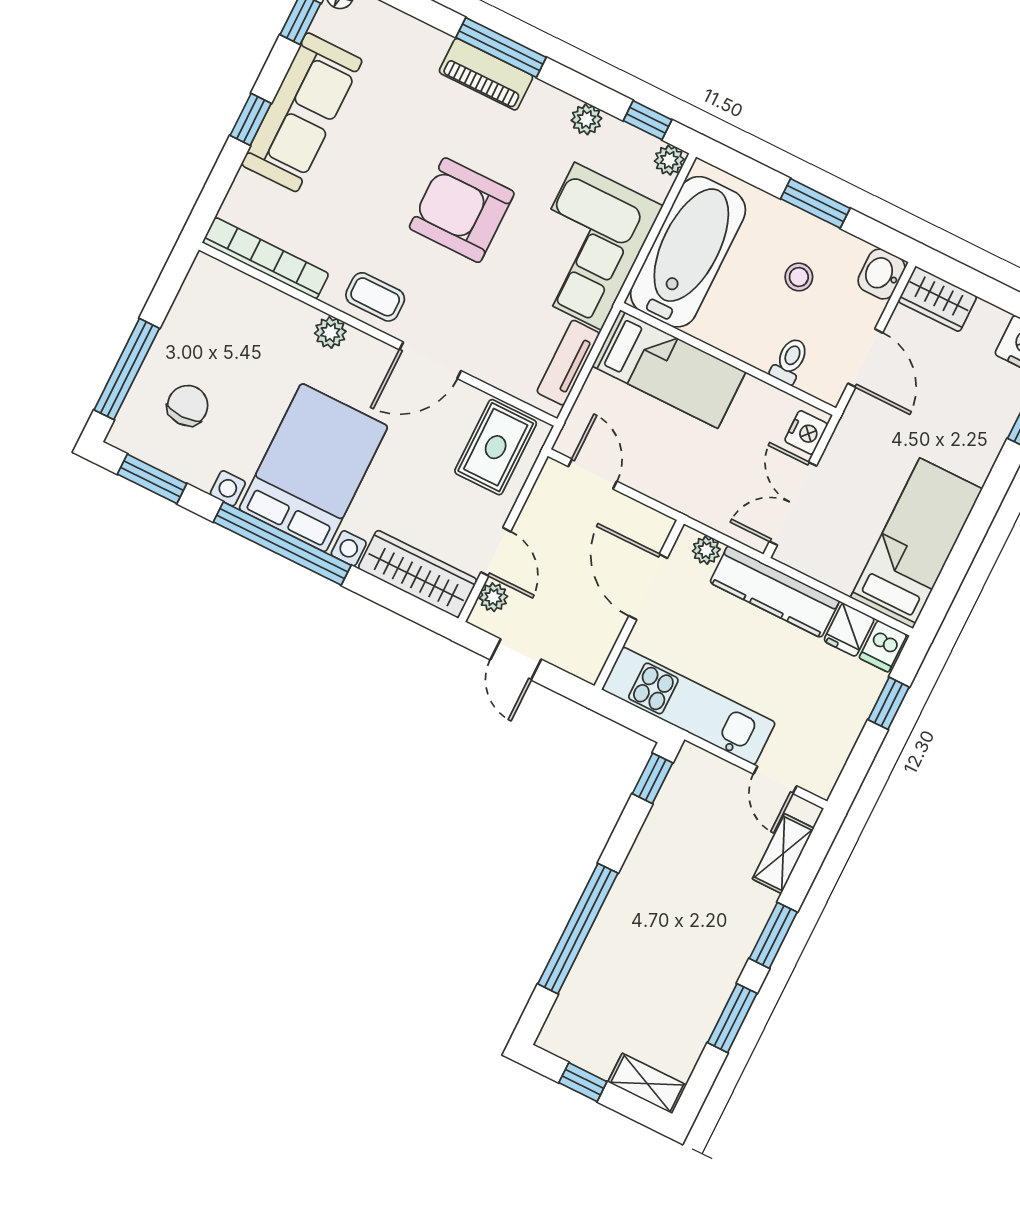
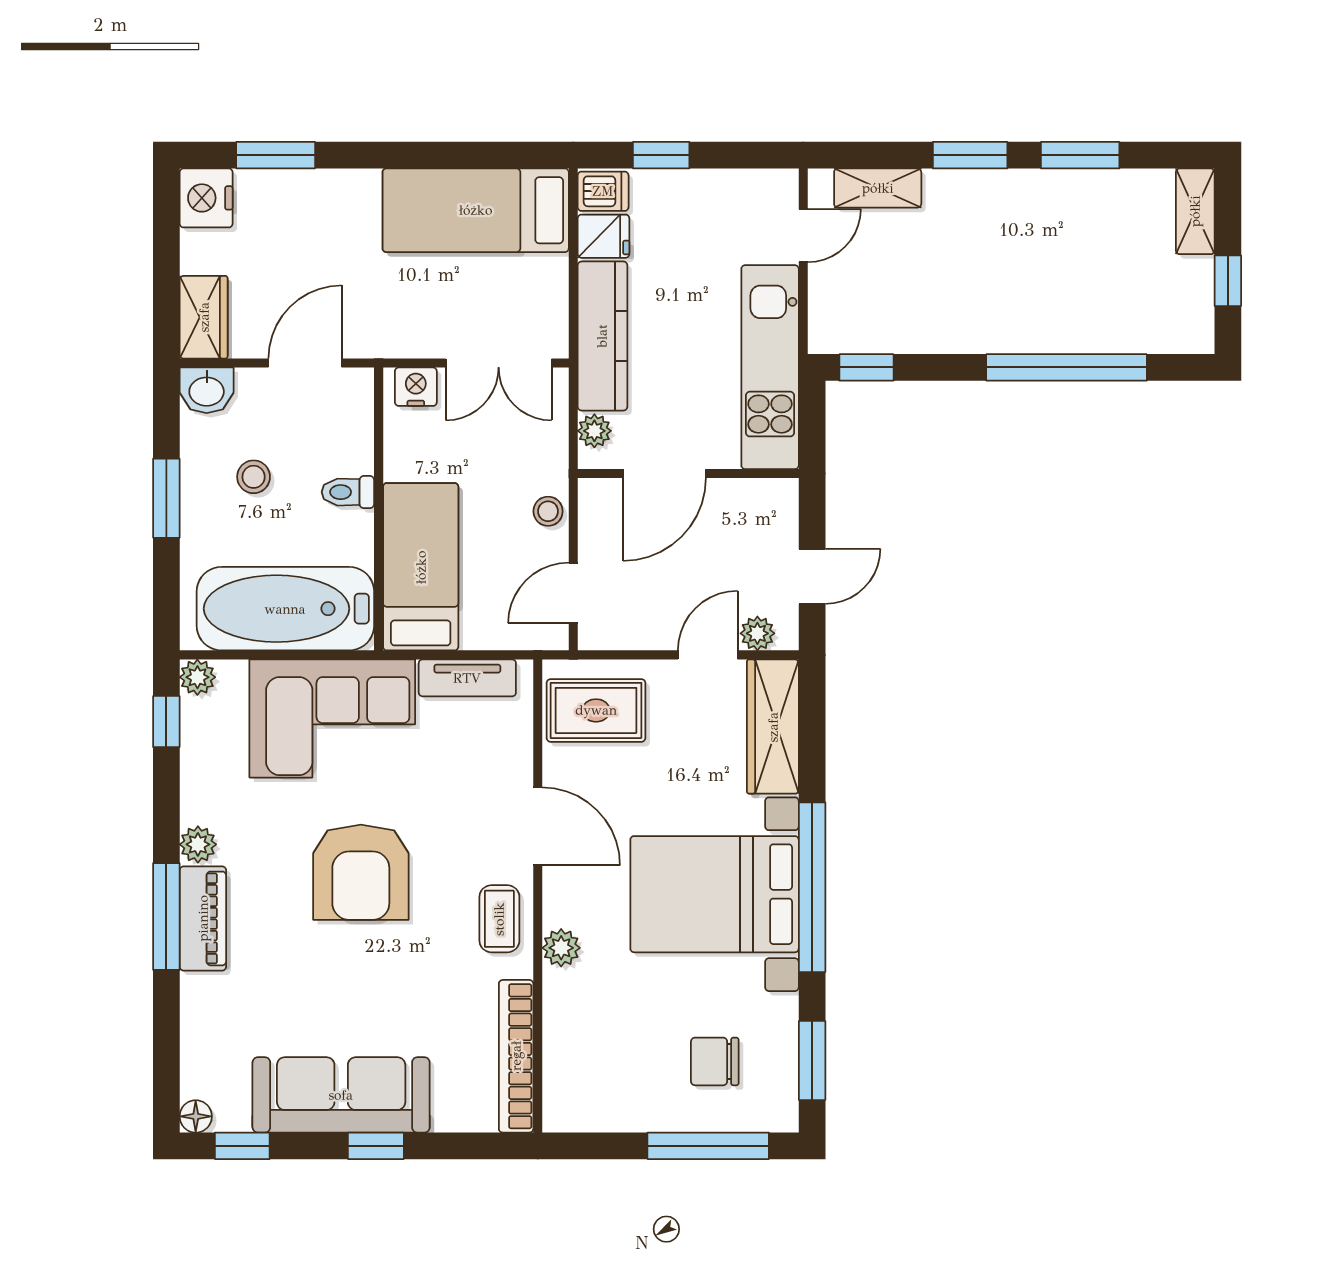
plant: (586, 119) -> (198, 844), moved
toilet: (790, 361) -> (348, 492), moved
stool: (663, 485) -> (548, 511), added

